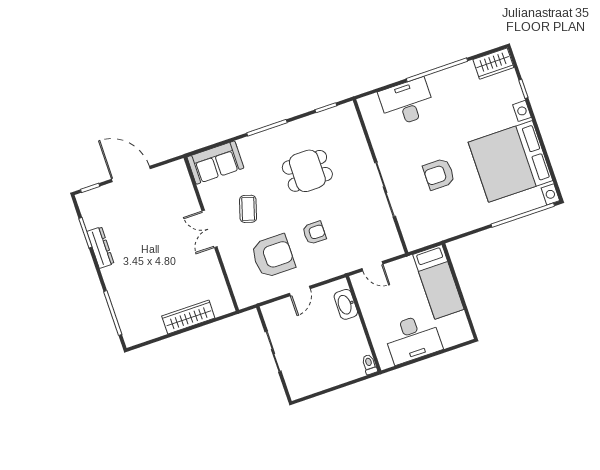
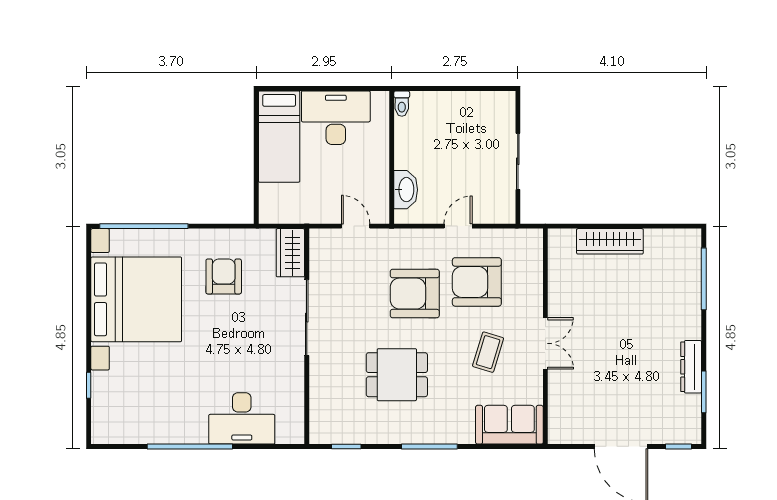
wardrobe: (493, 64) -> (290, 253), moved, turned -90
armchair: (439, 174) -> (224, 276), moved, turned -90
armchair: (314, 233) -> (415, 294), width x1.88, depth x1.88
bed: (438, 282) -> (279, 137), moved, turned 180

